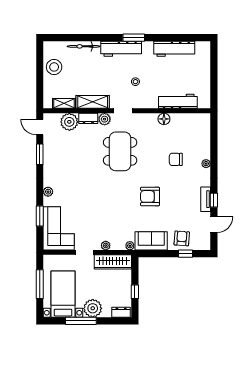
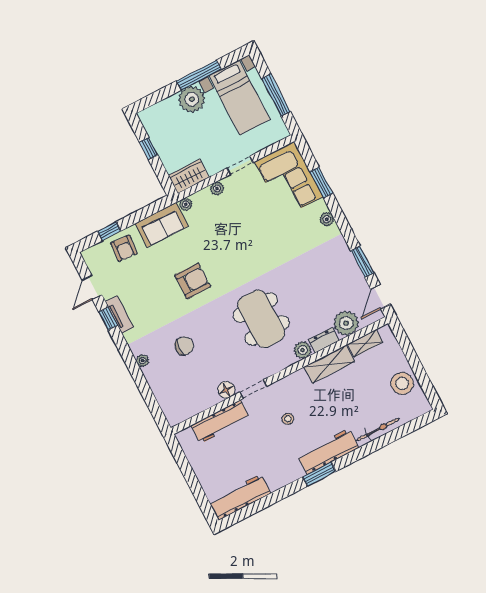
workbench: (174, 49) -> (240, 497), moved
doorway: (123, 111) -> (253, 389), moved
door: (40, 127) -> (380, 297), swing flipped
wardrobe: (113, 262) -> (189, 176), width x0.67
dresser: (121, 312) -> (153, 113), removed

